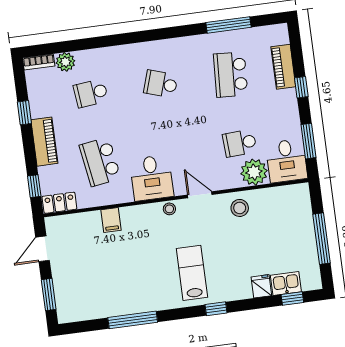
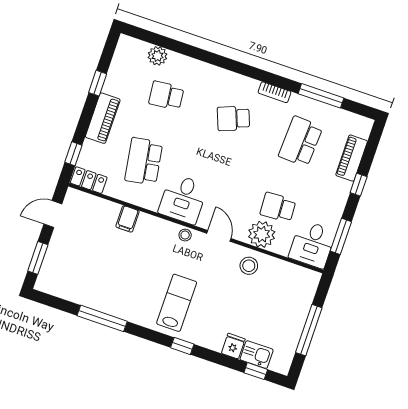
bookcase: (39, 62) -> (274, 92), moved
school desk: (161, 84) -> (233, 118), turned -39
plant: (254, 172) -> (262, 234), moved

